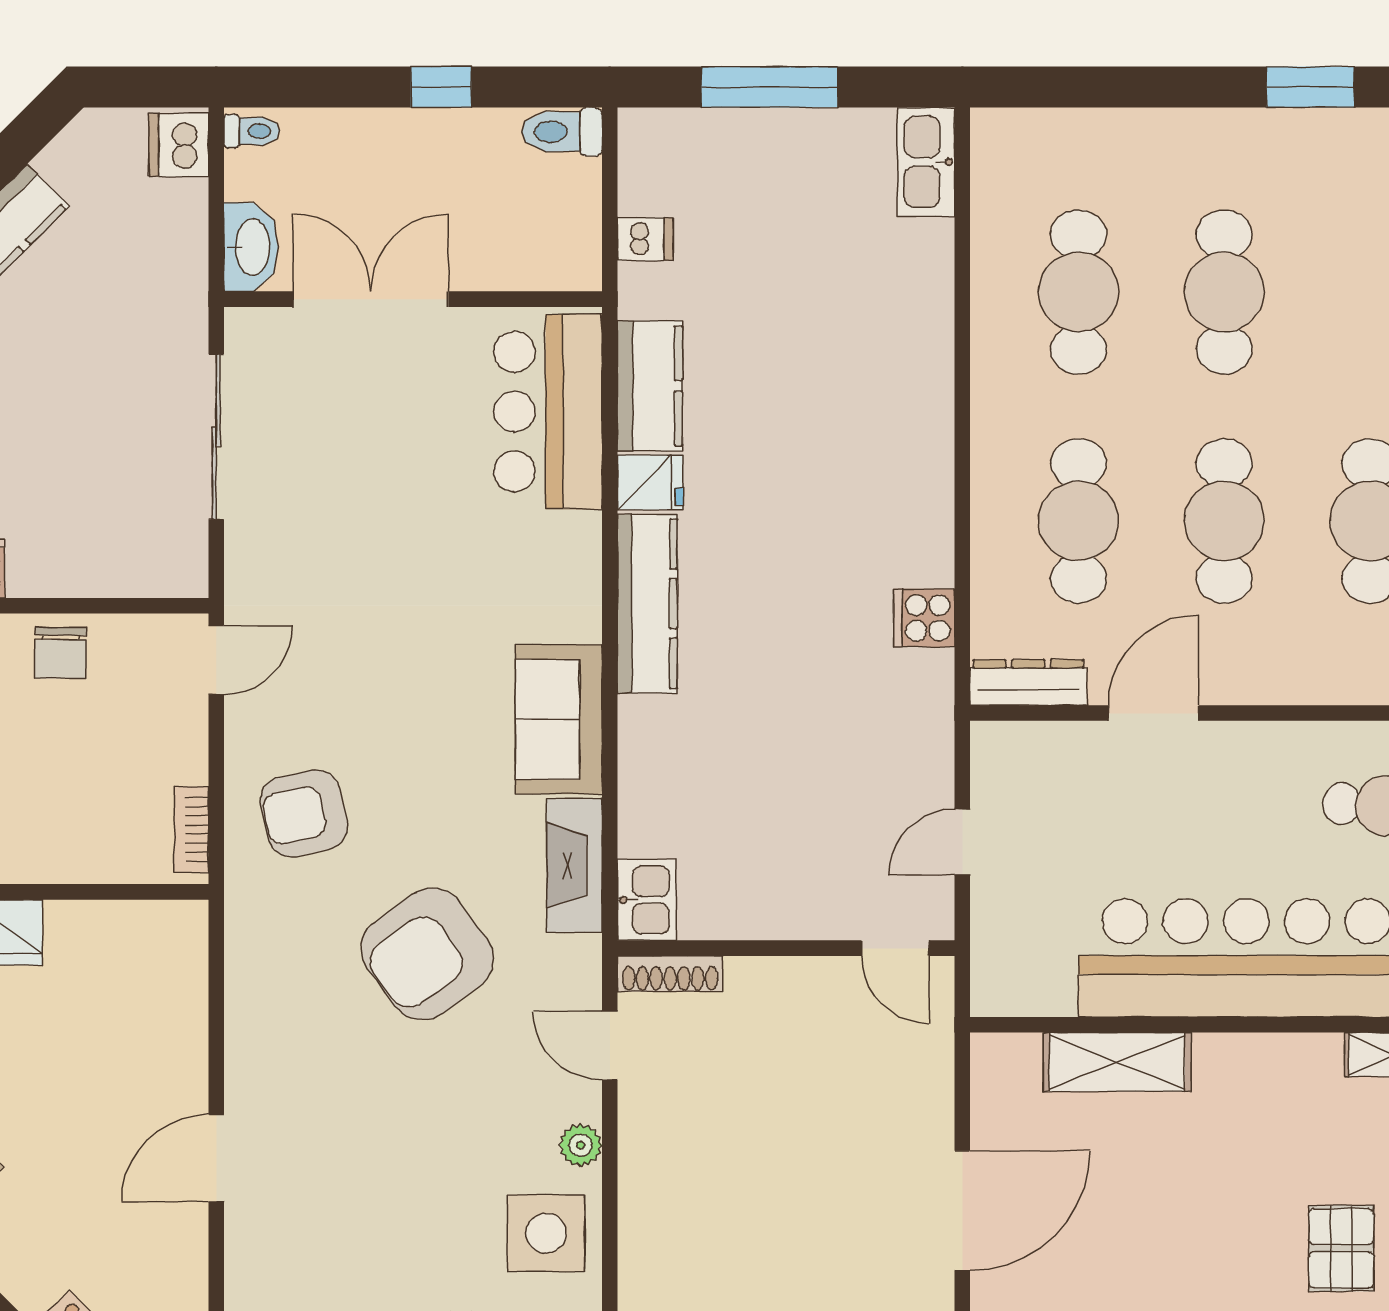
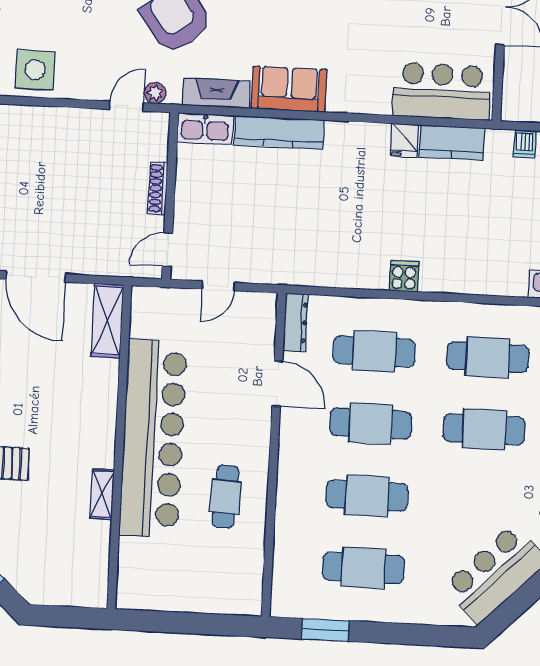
kitchen counter: (647, 604) -> (279, 132), moved
cooker: (924, 618) -> (404, 276), moved
door: (962, 842) -> (218, 286), swing flipped
kitchen sink: (647, 900) -> (205, 128), width x1.38
shoe rack: (670, 974) -> (158, 188), moved
shelving: (1117, 1062) -> (107, 321), moved
plant: (581, 1145) -> (155, 93), moved

